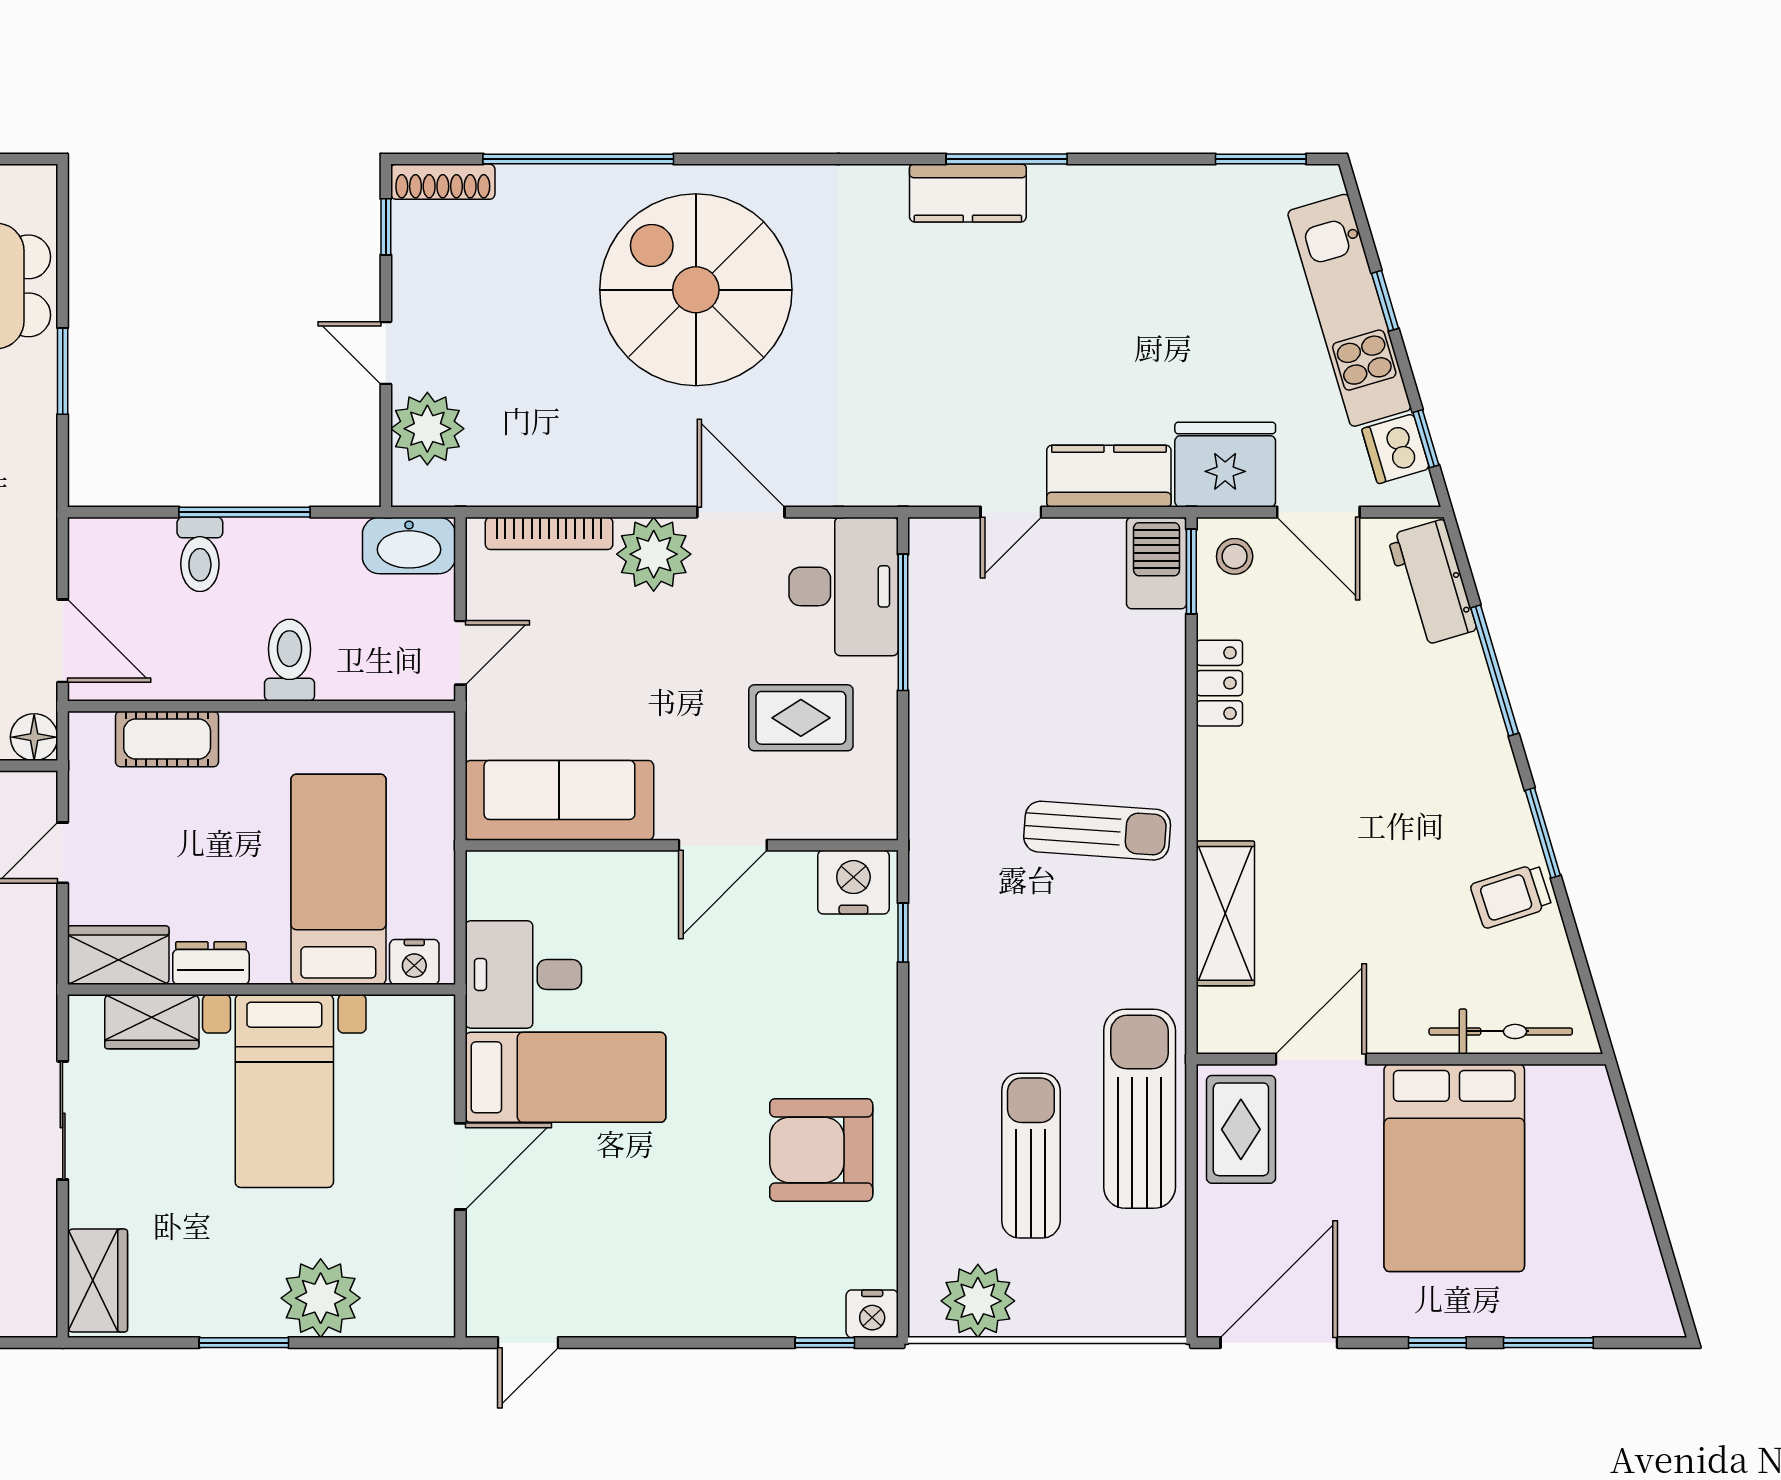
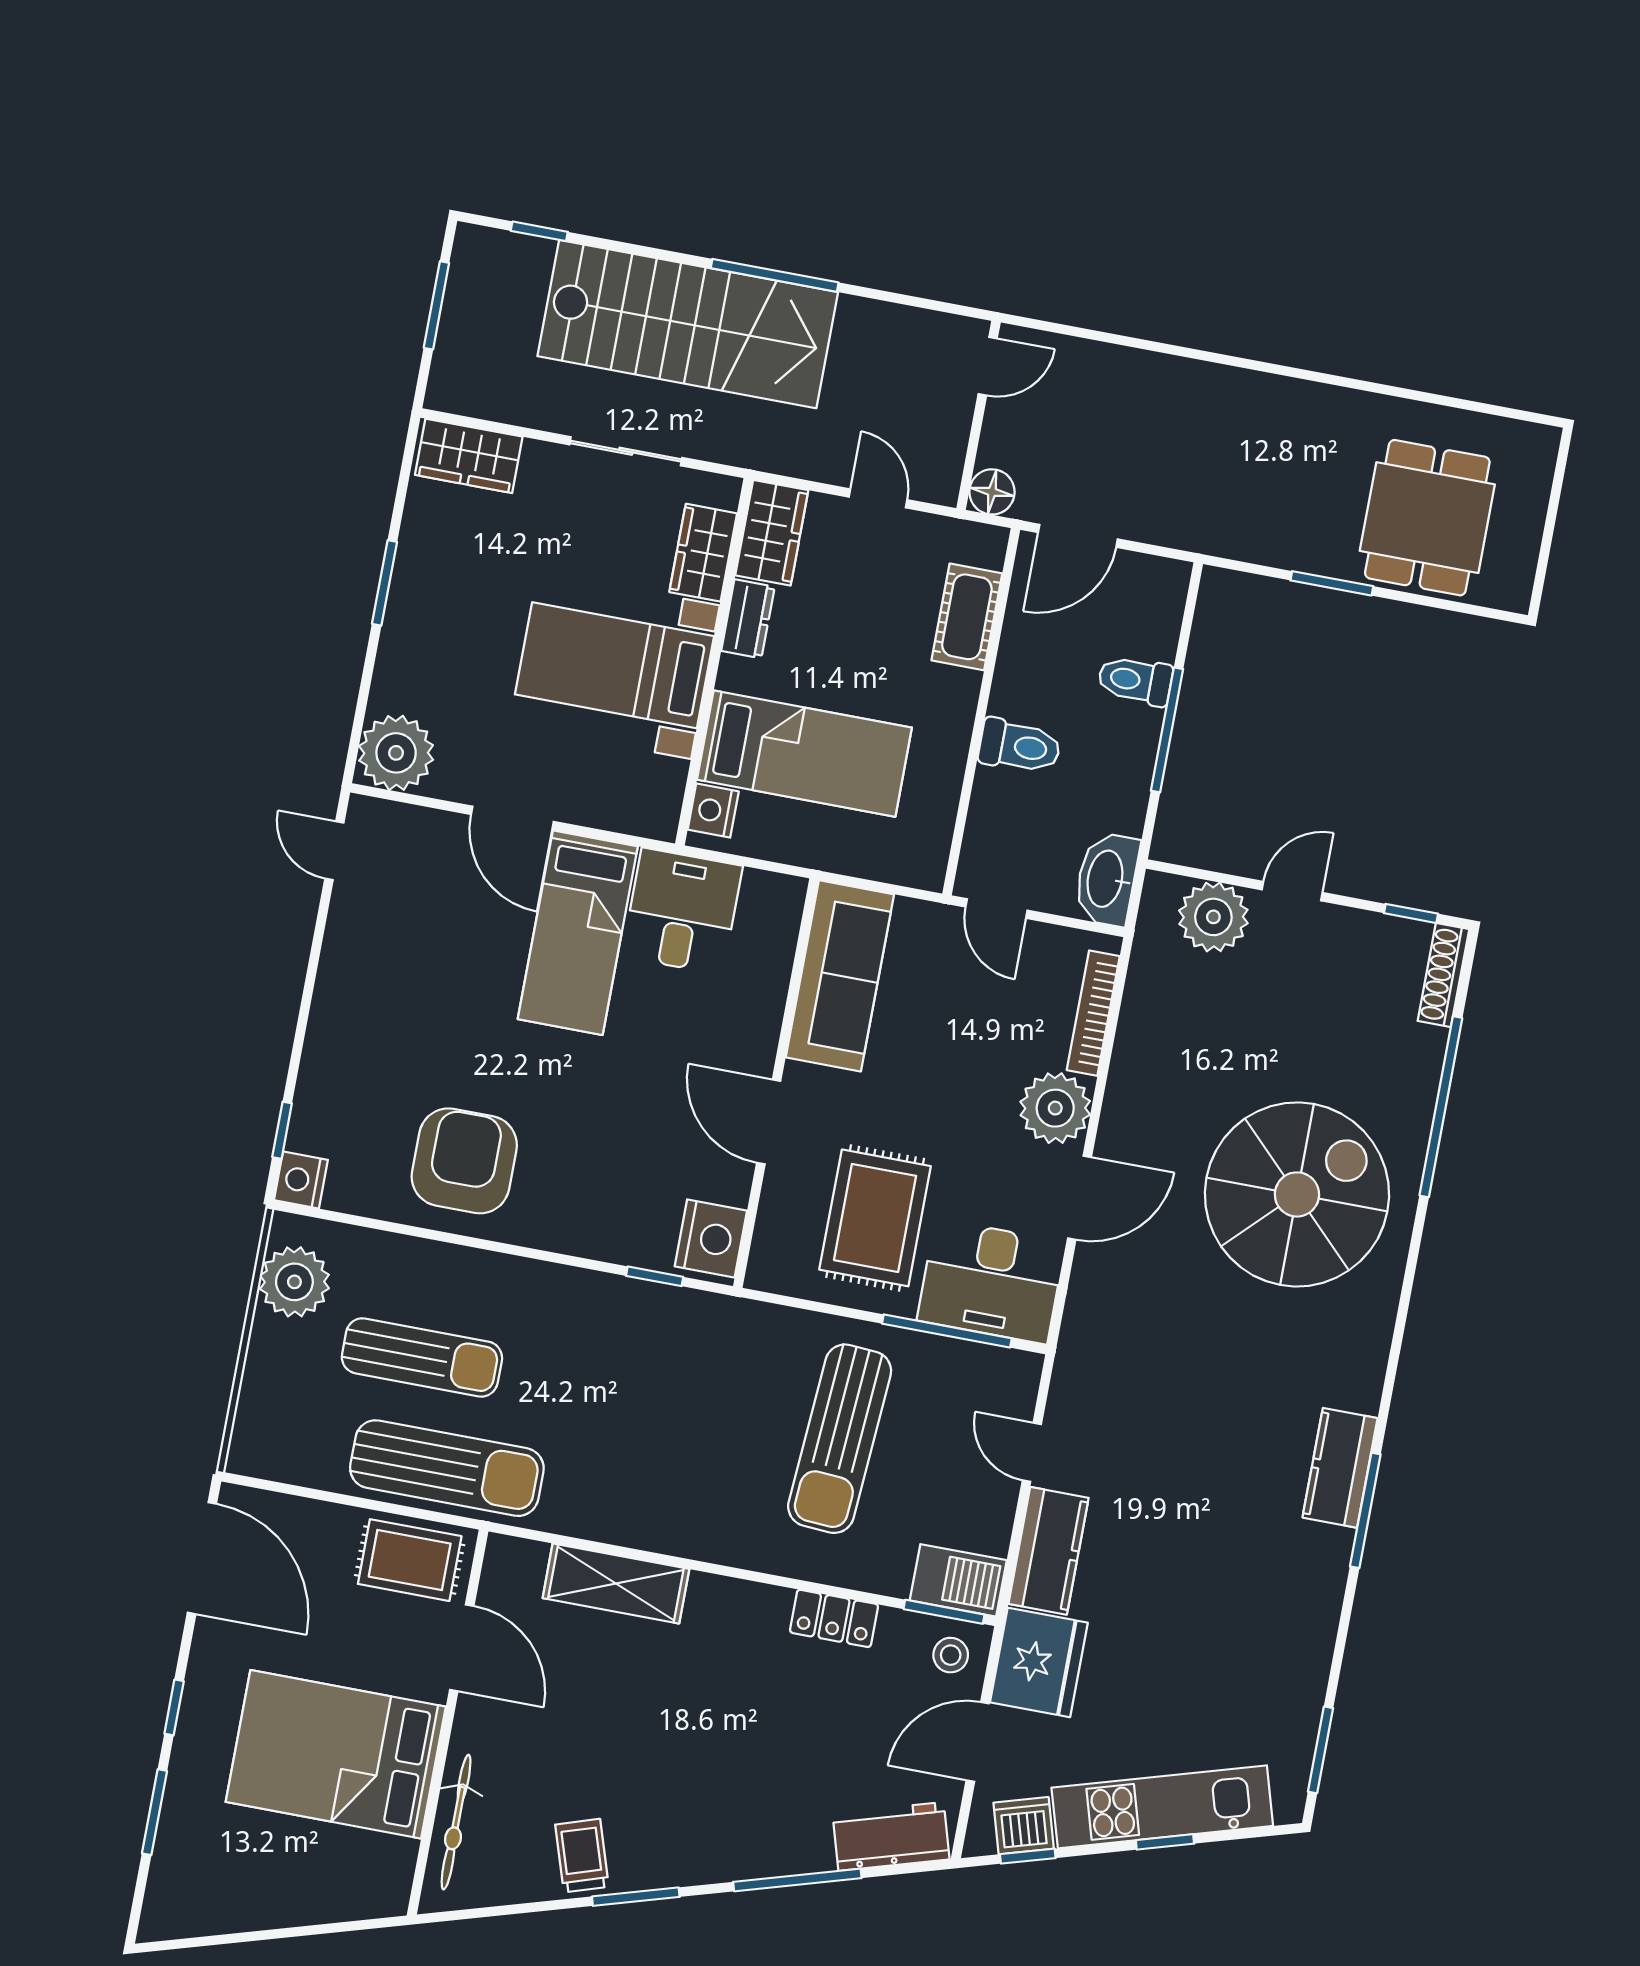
rug: (801, 718) -> (875, 1218), width x1.36, depth x1.43
sun lounger: (1097, 831) -> (840, 1439), moved, width x1.36, depth x1.34
plant: (321, 1298) -> (396, 753), moved

